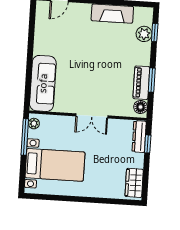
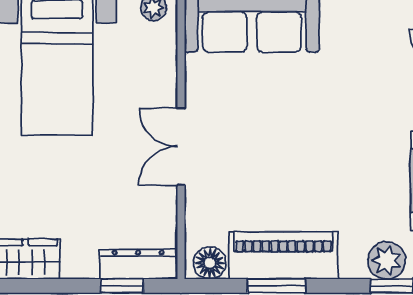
piano: (141, 83) -> (283, 255), width x1.37, depth x1.33

